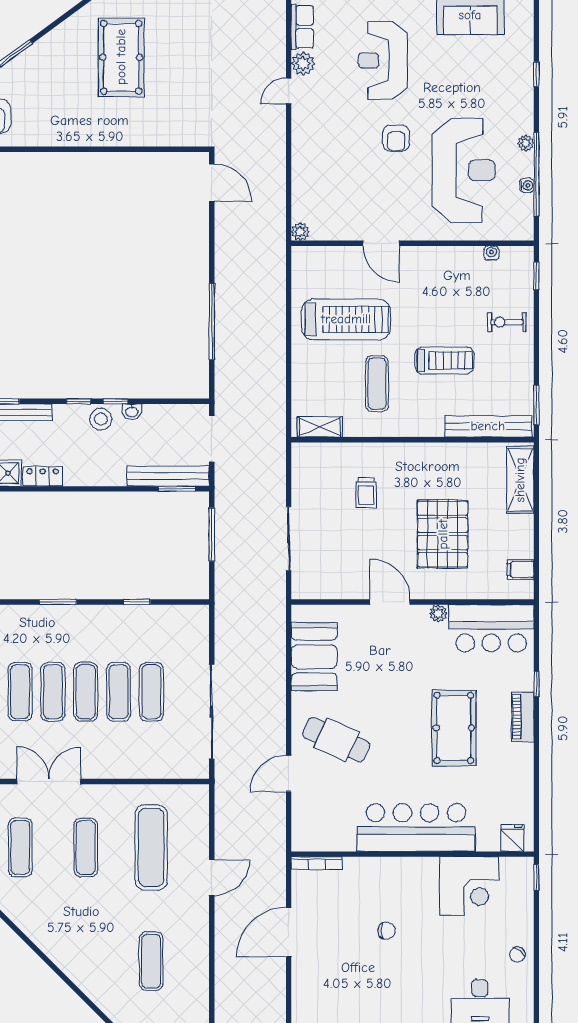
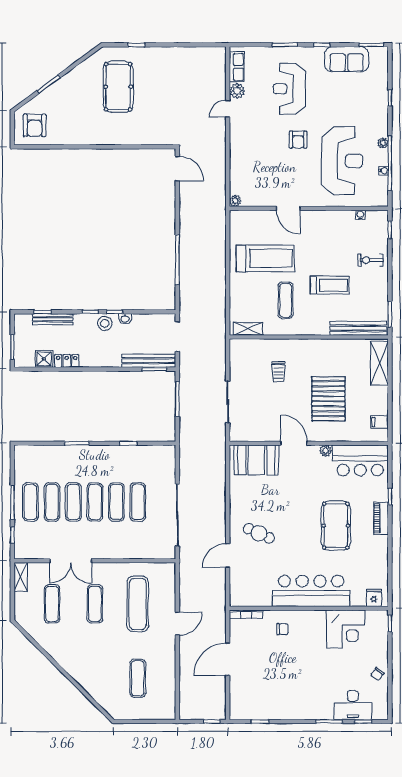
booth: (314, 657) -> (256, 460), moved, turned 90
cafe table: (336, 740) -> (259, 533), width x0.73, depth x0.74
double door: (49, 781) -> (71, 561), swing flipped
chair: (387, 931) -> (282, 629), moved

